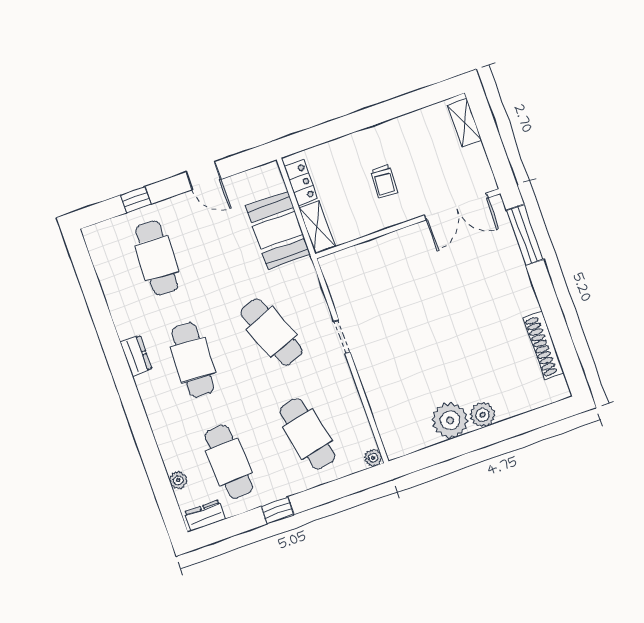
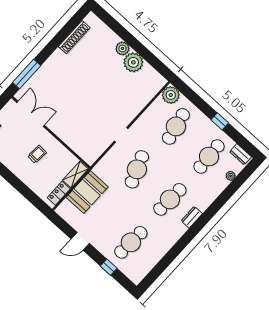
door: (203, 176) -> (80, 241), swing flipped
dresser: (136, 356) -> (192, 217), moved
plant: (373, 458) -> (171, 95), width x1.87, depth x1.87

